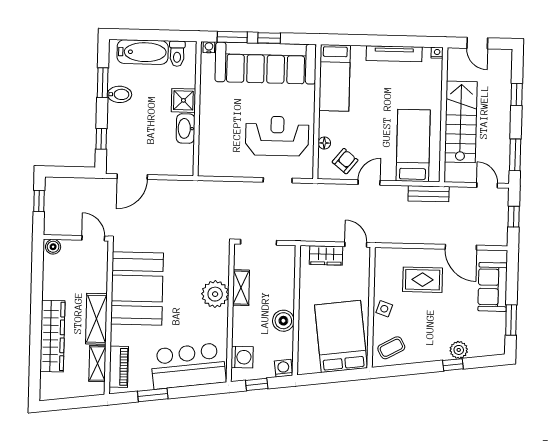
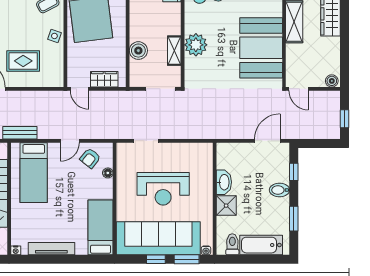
bidet: (120, 94) -> (279, 190), moved
reception desk: (277, 136) -> (163, 189), moved
boiler: (283, 321) -> (138, 51), moved

